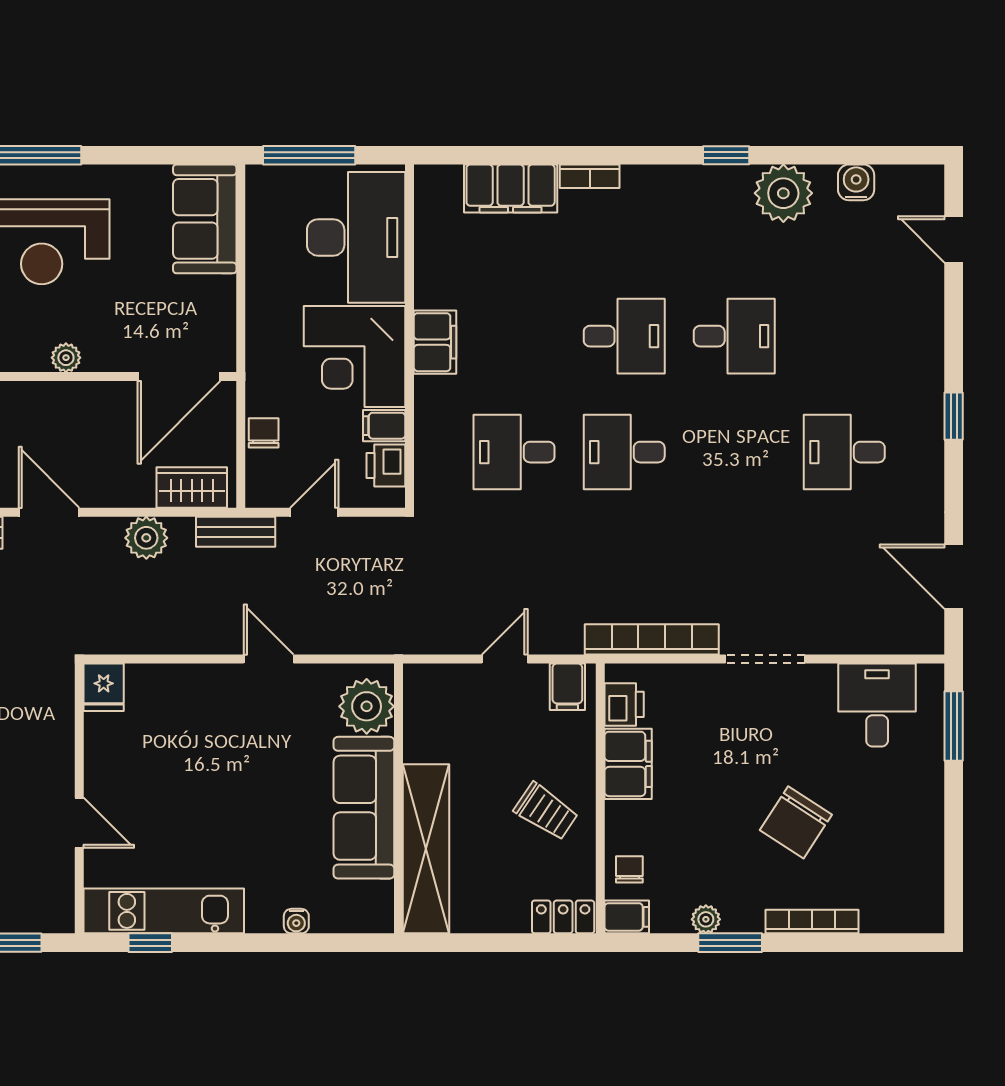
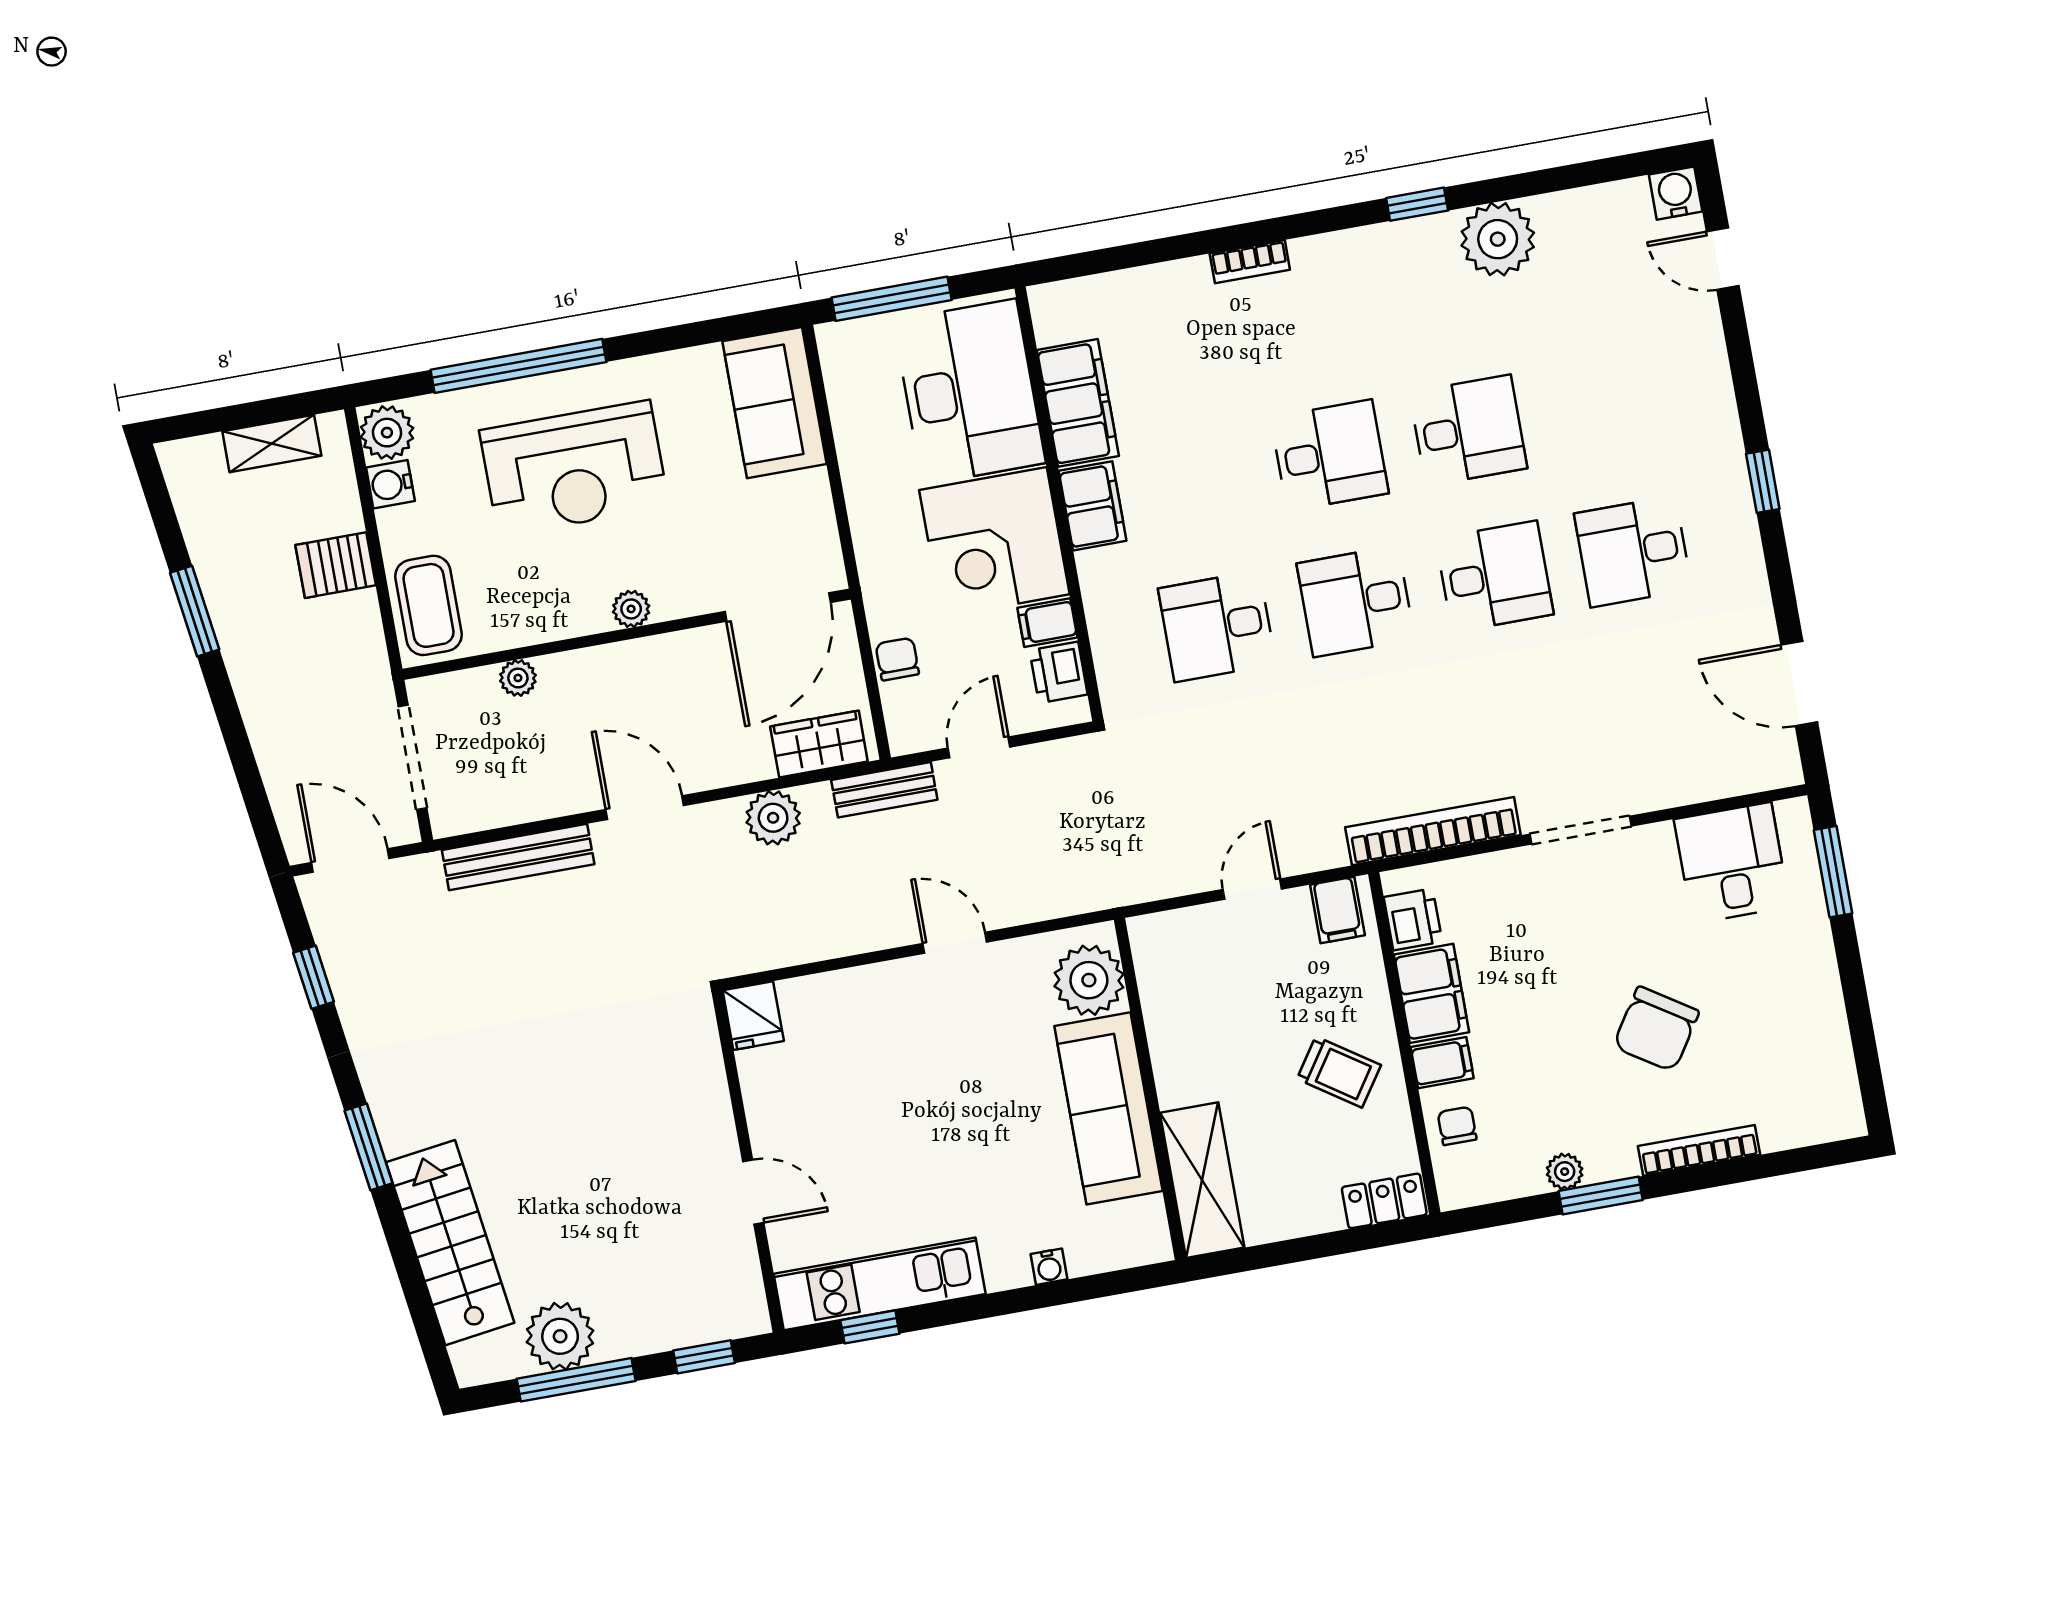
water cooler: (856, 182) -> (1676, 193), moved
filing cabinet: (511, 188) -> (1078, 403), moved, turned -90
desk: (734, 452) -> (1494, 576), added
shelving: (426, 849) -> (1202, 1180), width x0.68
filing cabinet: (627, 917) -> (1442, 1063), moved

